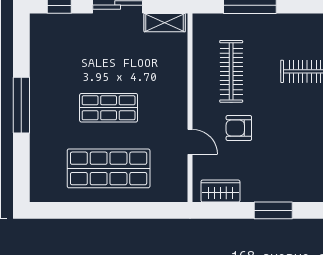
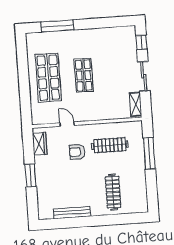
window: (21, 105) -> (57, 26), moved
armchair: (239, 128) -> (77, 152), turned -90
door: (190, 142) -> (67, 124), swing flipped

